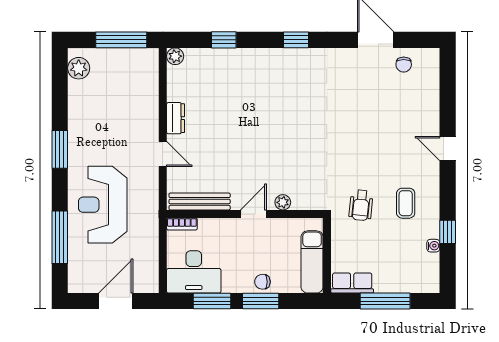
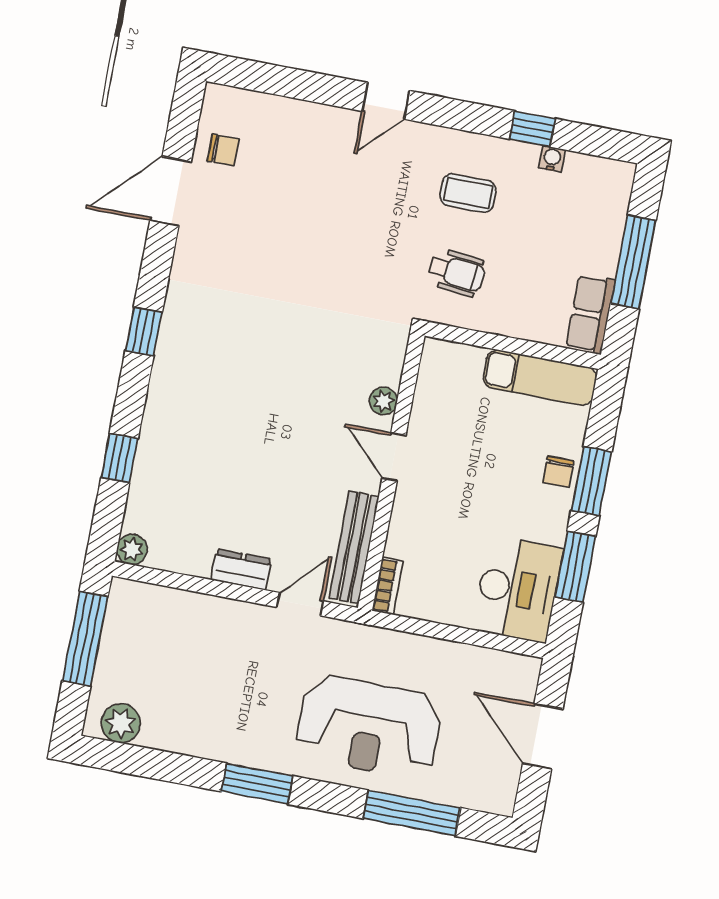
bench: (200, 201) -> (354, 547), moved
plant: (283, 202) -> (383, 401), moved
wall: (245, 214) -> (391, 472), moved
door: (253, 214) -> (394, 457), moved
bookcase: (182, 224) -> (388, 586), moved

